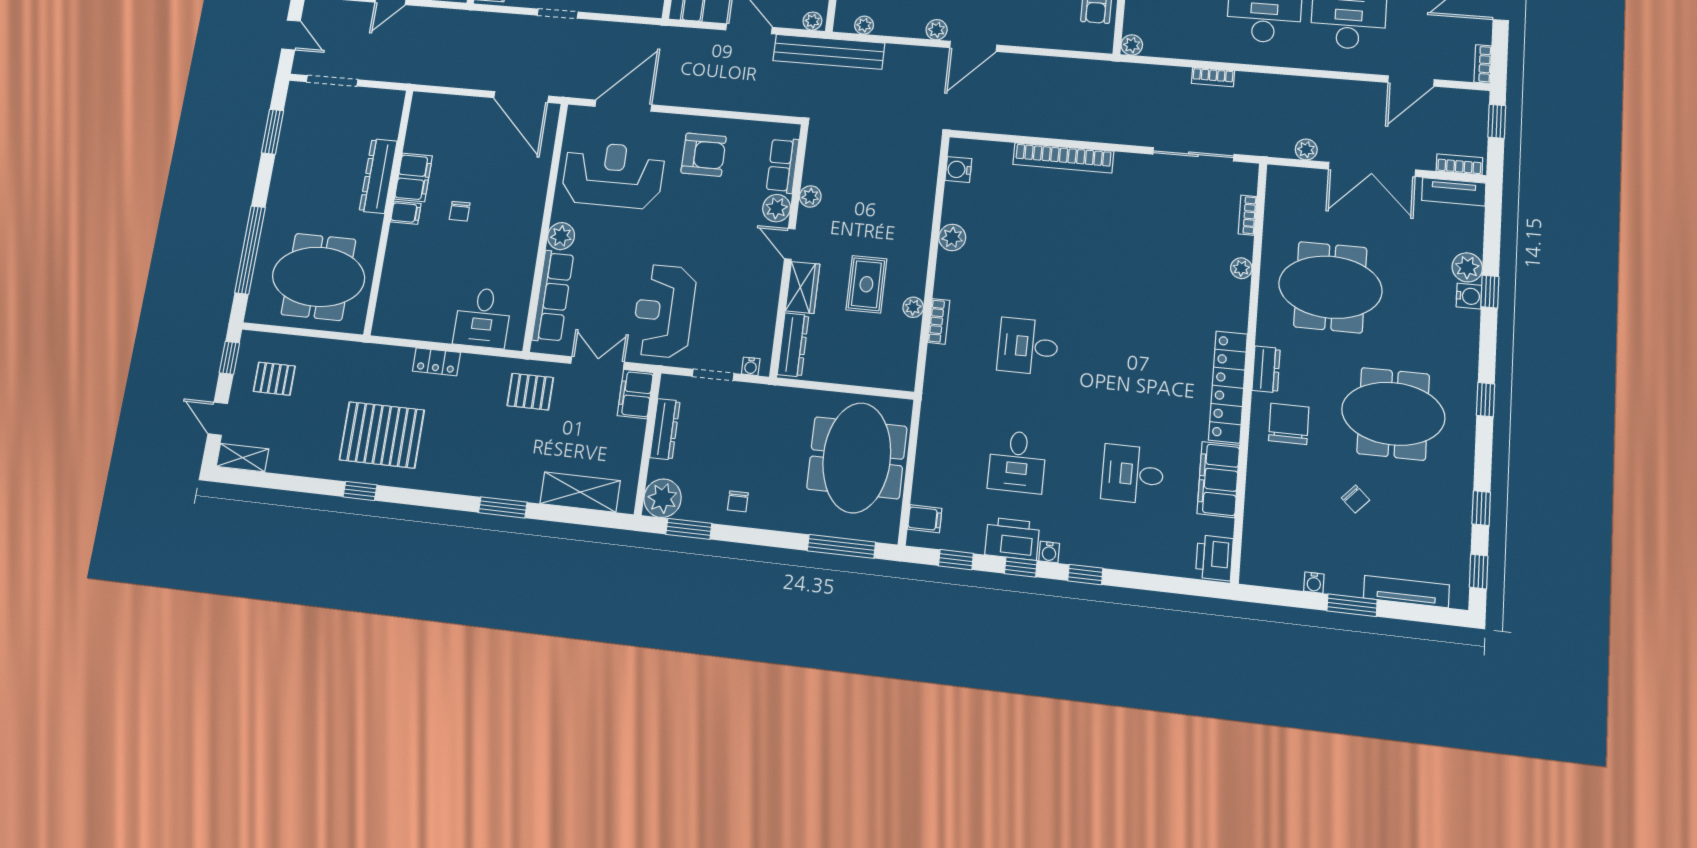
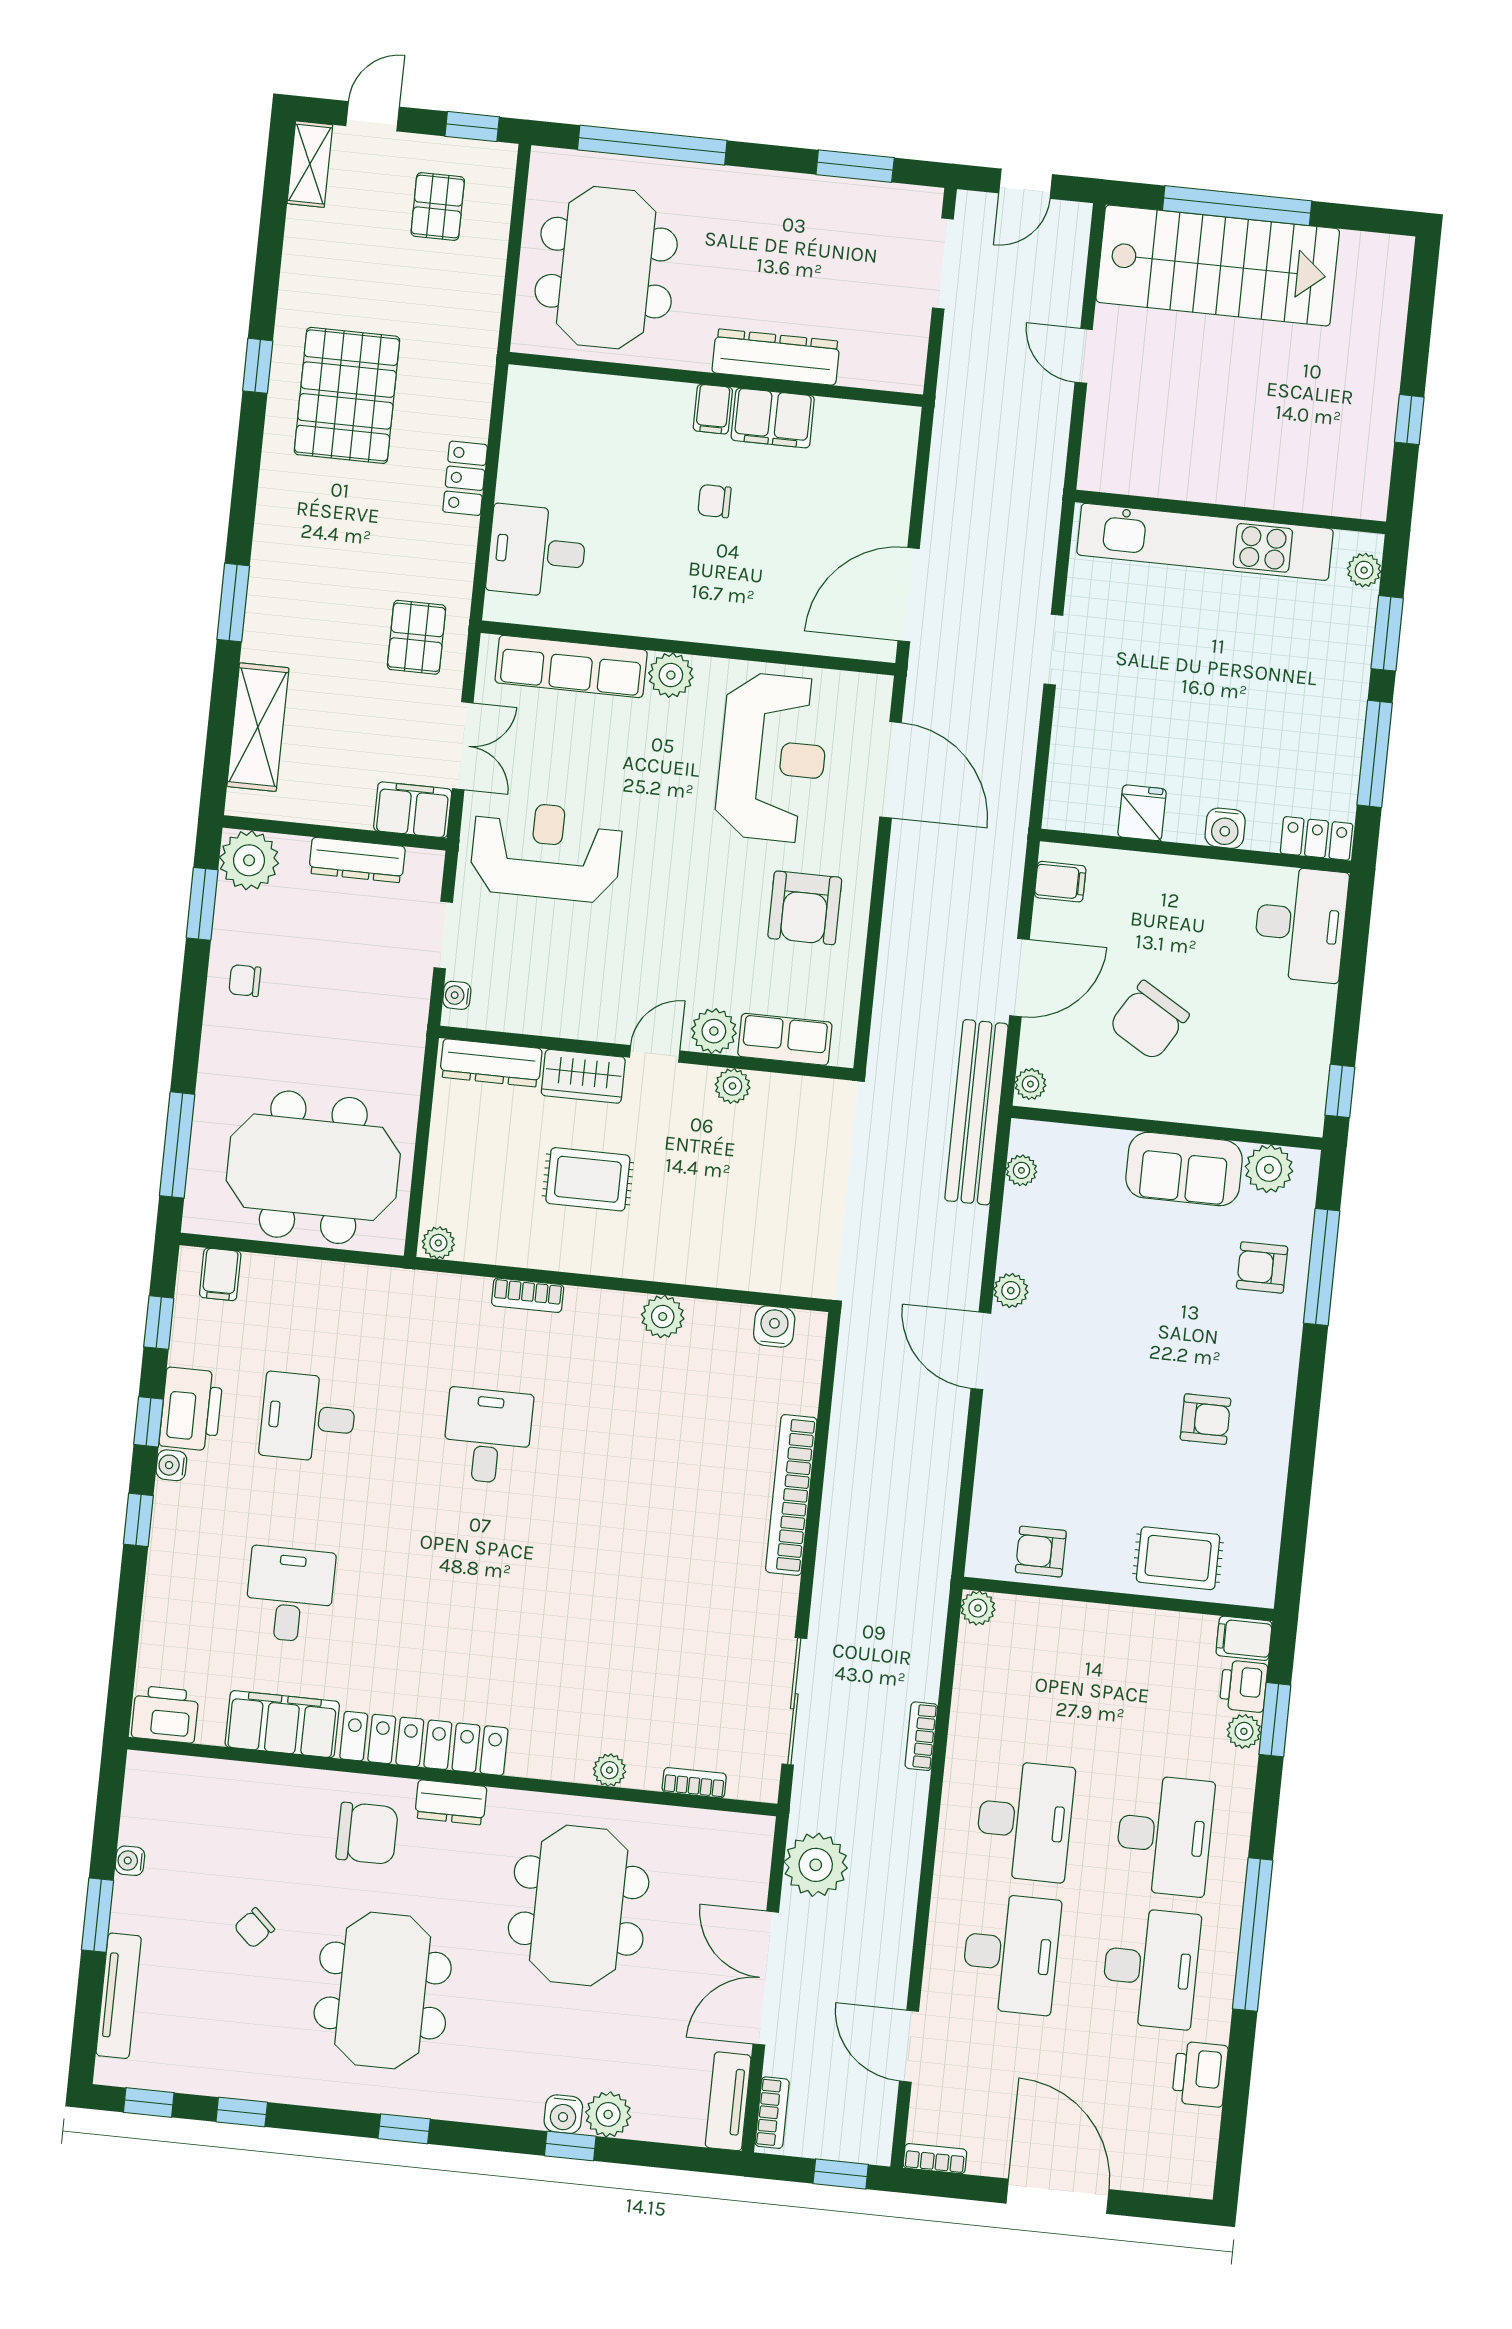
plant: (1306, 150) -> (816, 1865), width x1.88, depth x1.88
plant: (913, 307) -> (438, 1243), moved

